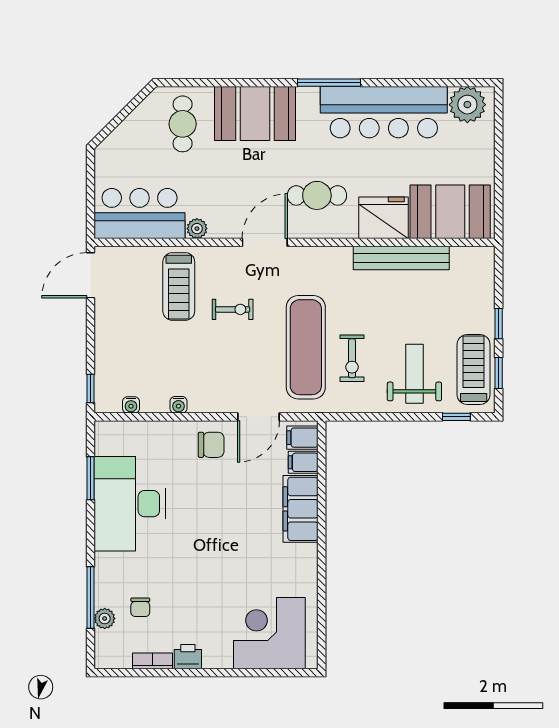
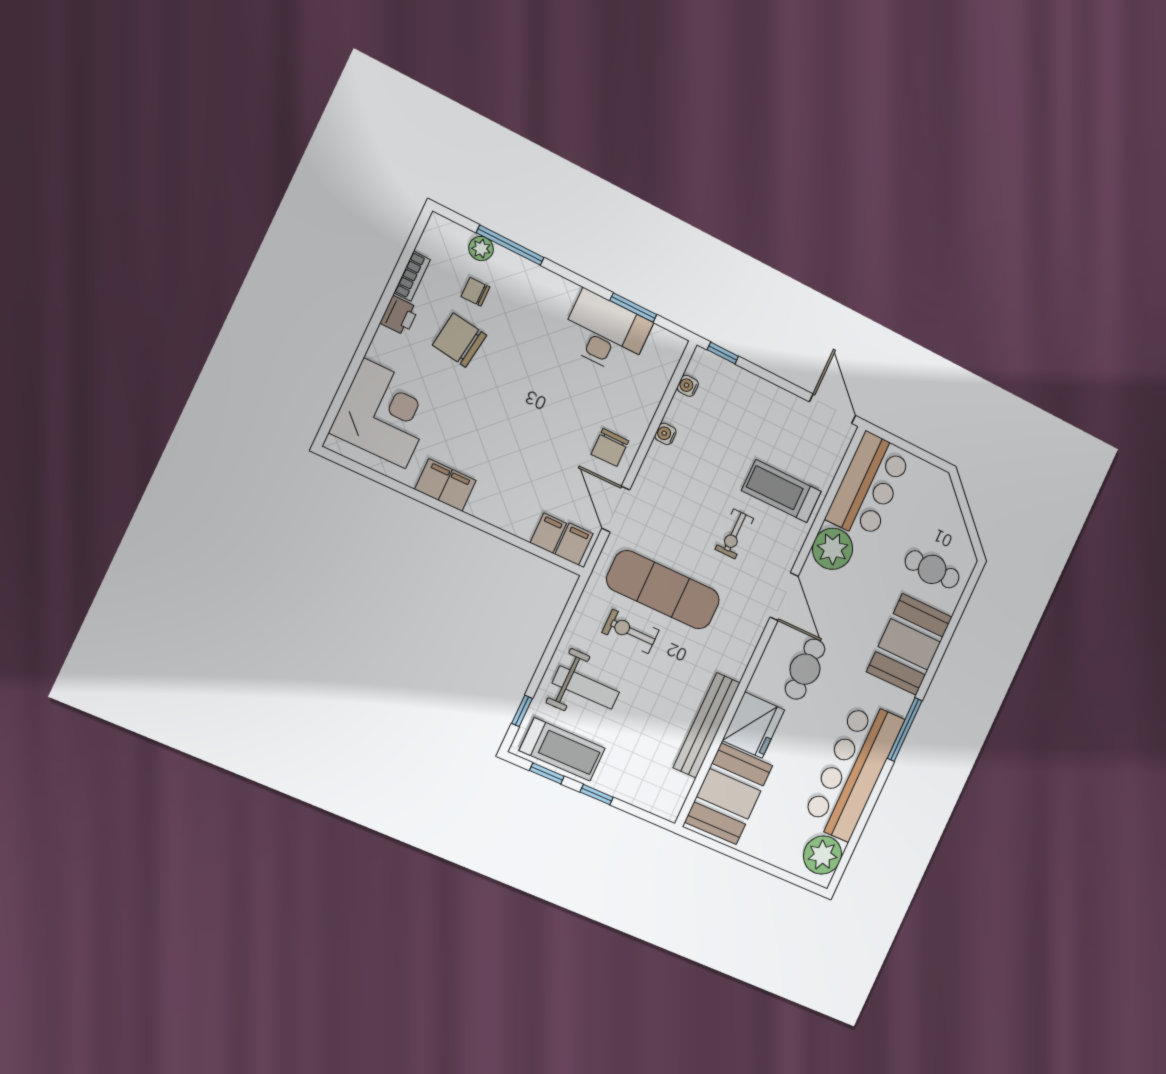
plant: (197, 229) -> (833, 549), width x1.88, depth x1.88
desk: (130, 504) -> (606, 333), width x0.73, depth x0.77
filing cabinet: (301, 509) -> (445, 485), moved, width x0.67, depth x0.86
chair: (184, 602) -> (459, 340), added

